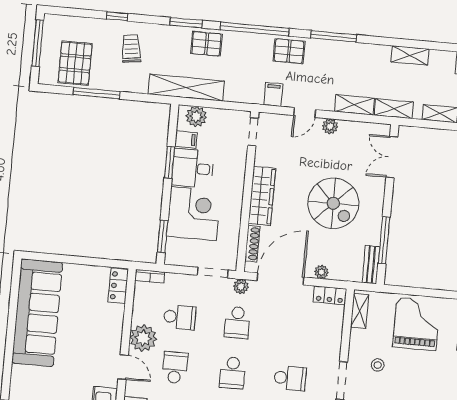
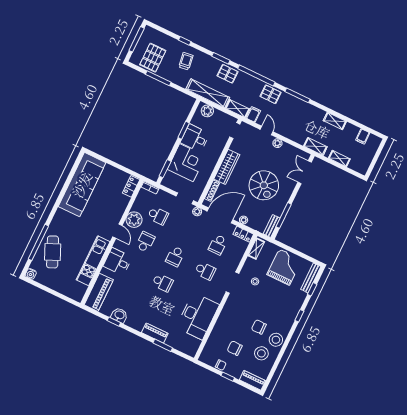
shelving: (354, 105) -> (237, 109), moved
door: (305, 112) -> (267, 131), swing flipped
filing cabinet: (186, 140) -> (197, 121), removed
school desk: (237, 322) -> (218, 245), moved

